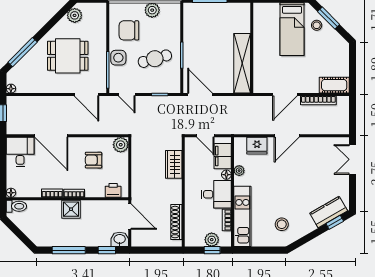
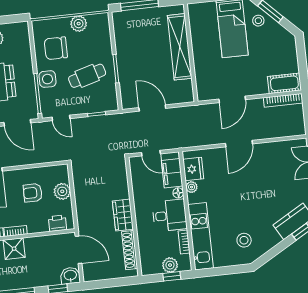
shelving: (242, 63) -> (180, 47), moved
door: (200, 95) -> (152, 108), moved
bookcase: (318, 100) -> (283, 100), moved
plant: (121, 145) -> (62, 191), moved
fridge: (257, 146) -> (193, 169), moved, turned -90
wardrobe: (174, 164) -> (123, 215), moved

